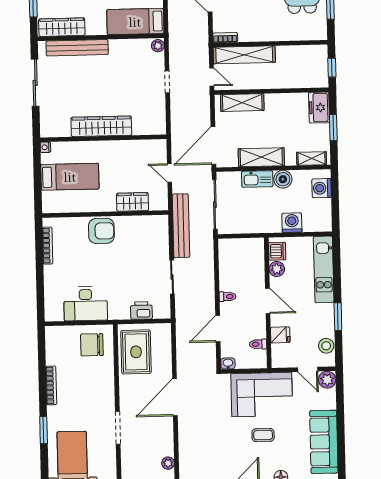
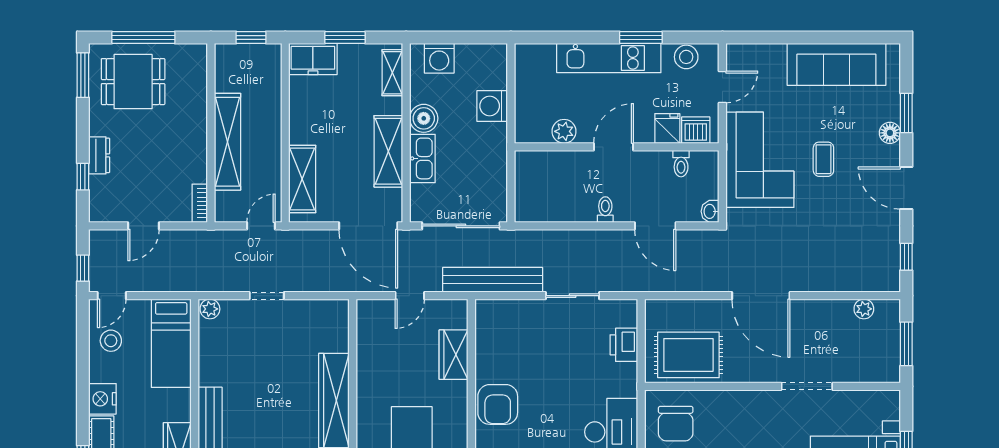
shelving: (244, 55) -> (227, 142), moved
armchair: (101, 231) -> (498, 404), turned 180
dishwasher: (277, 251) -> (696, 130), moved
kitchen unit: (324, 269) -> (609, 58), moved
plant: (327, 380) -> (739, 57), removed

